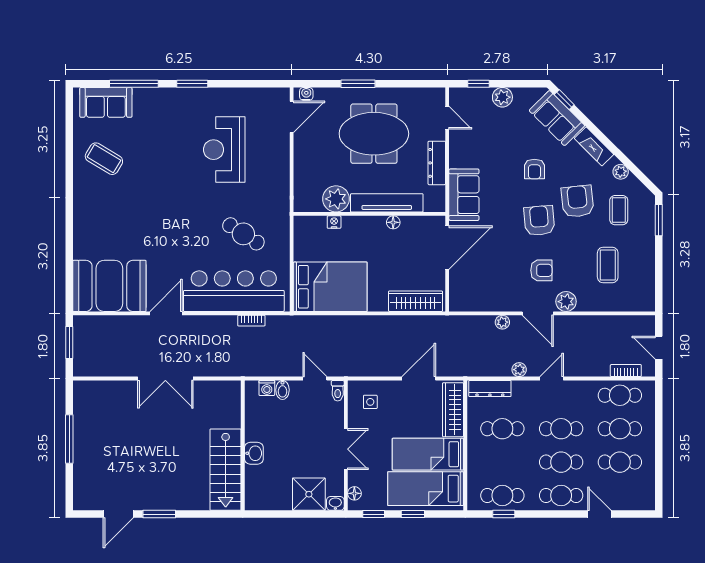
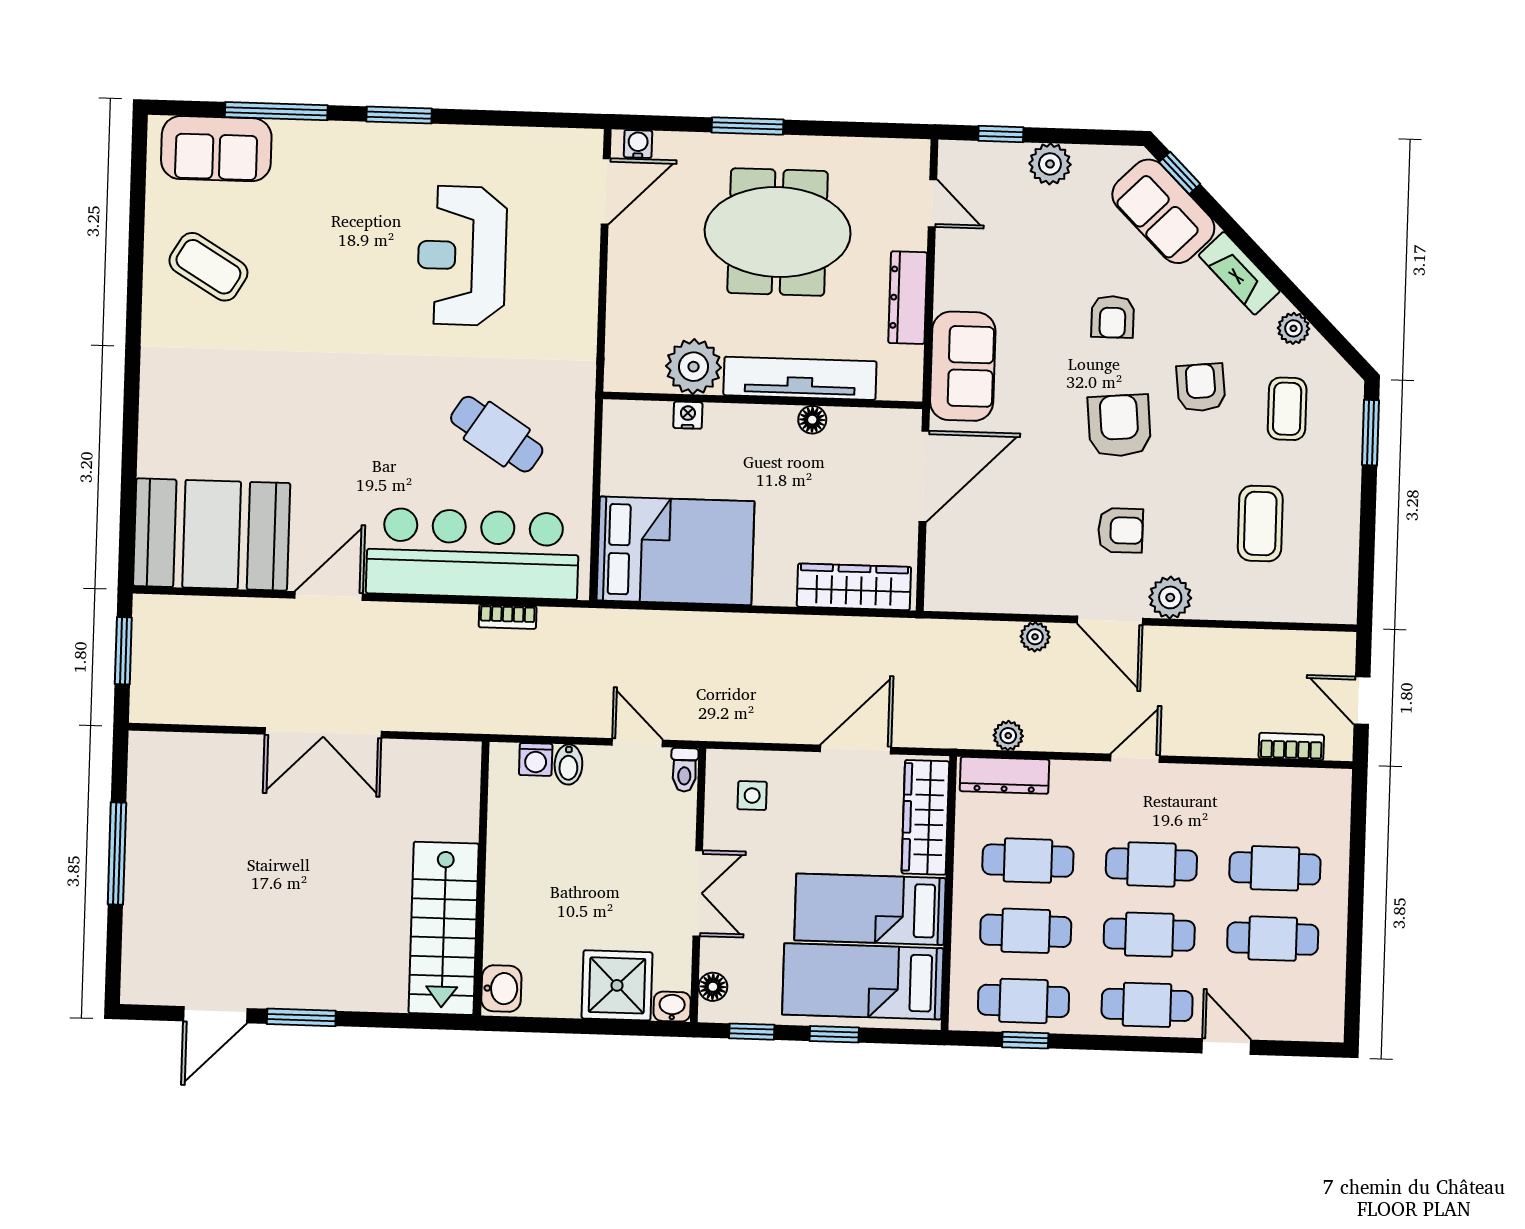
armchair: (577, 201) -> (1201, 388), width x0.72, depth x0.72
plant: (519, 370) -> (1008, 736), moved
cafe table: (620, 395) -> (1026, 931), moved
washbasin: (254, 453) -> (501, 989), moved

